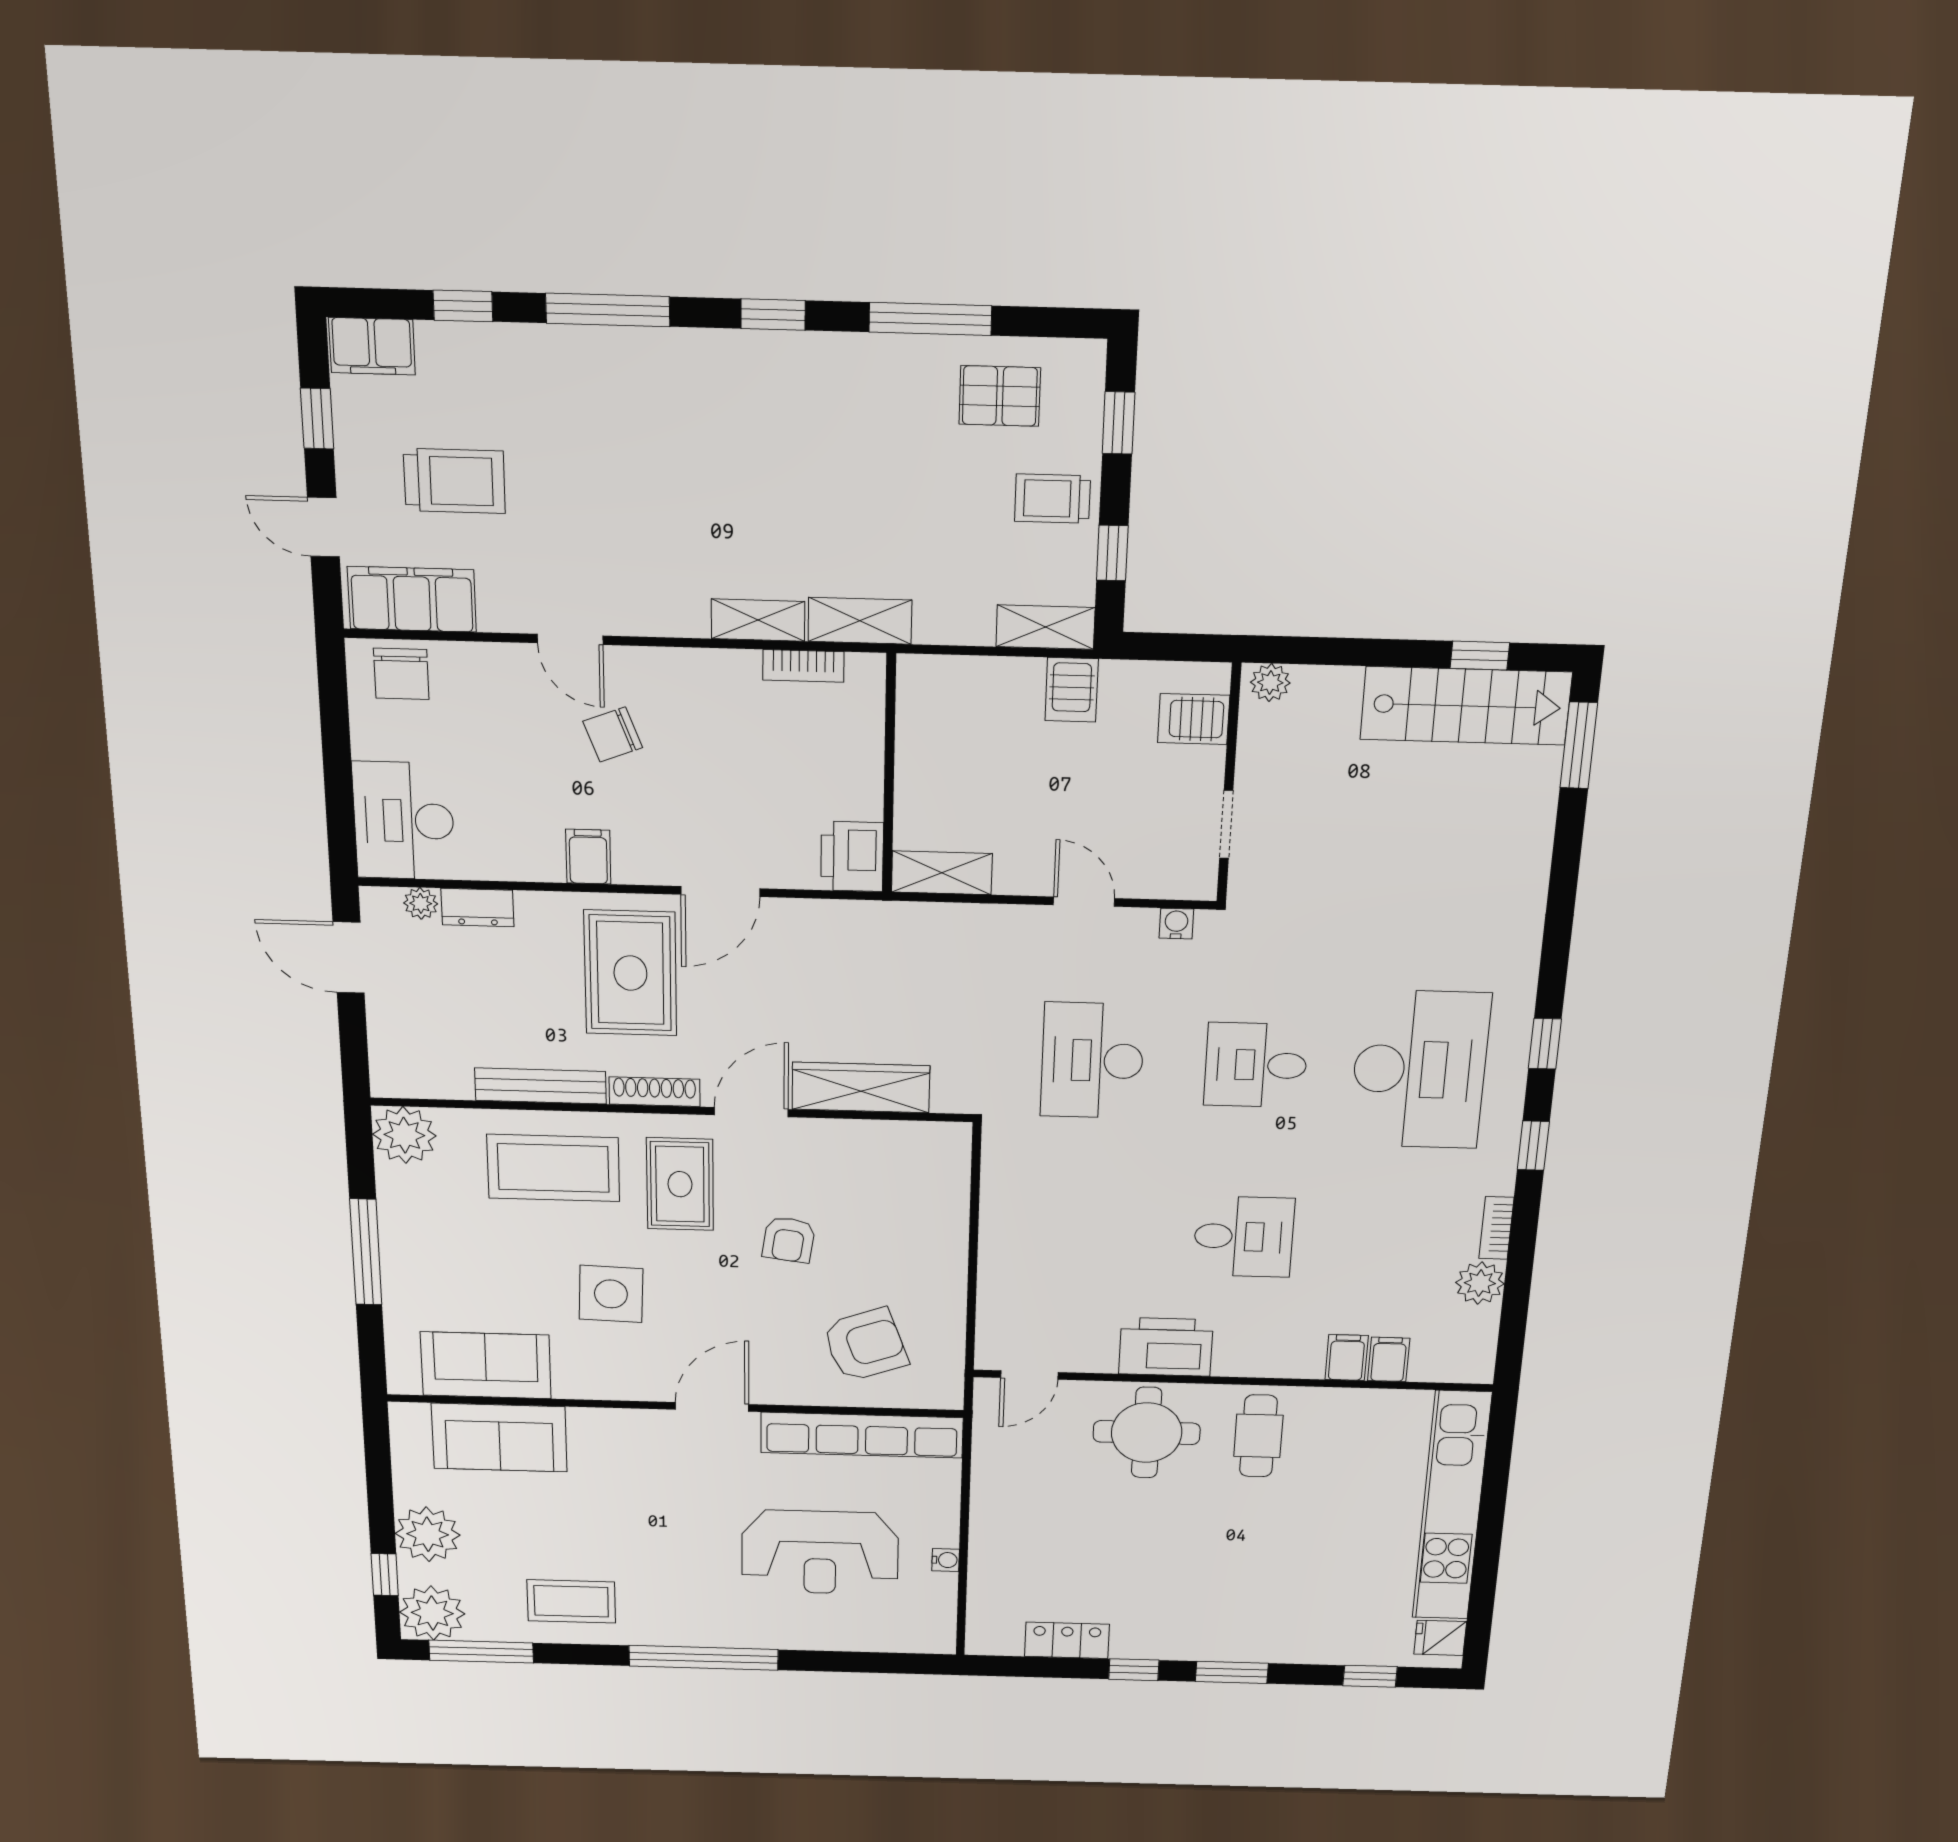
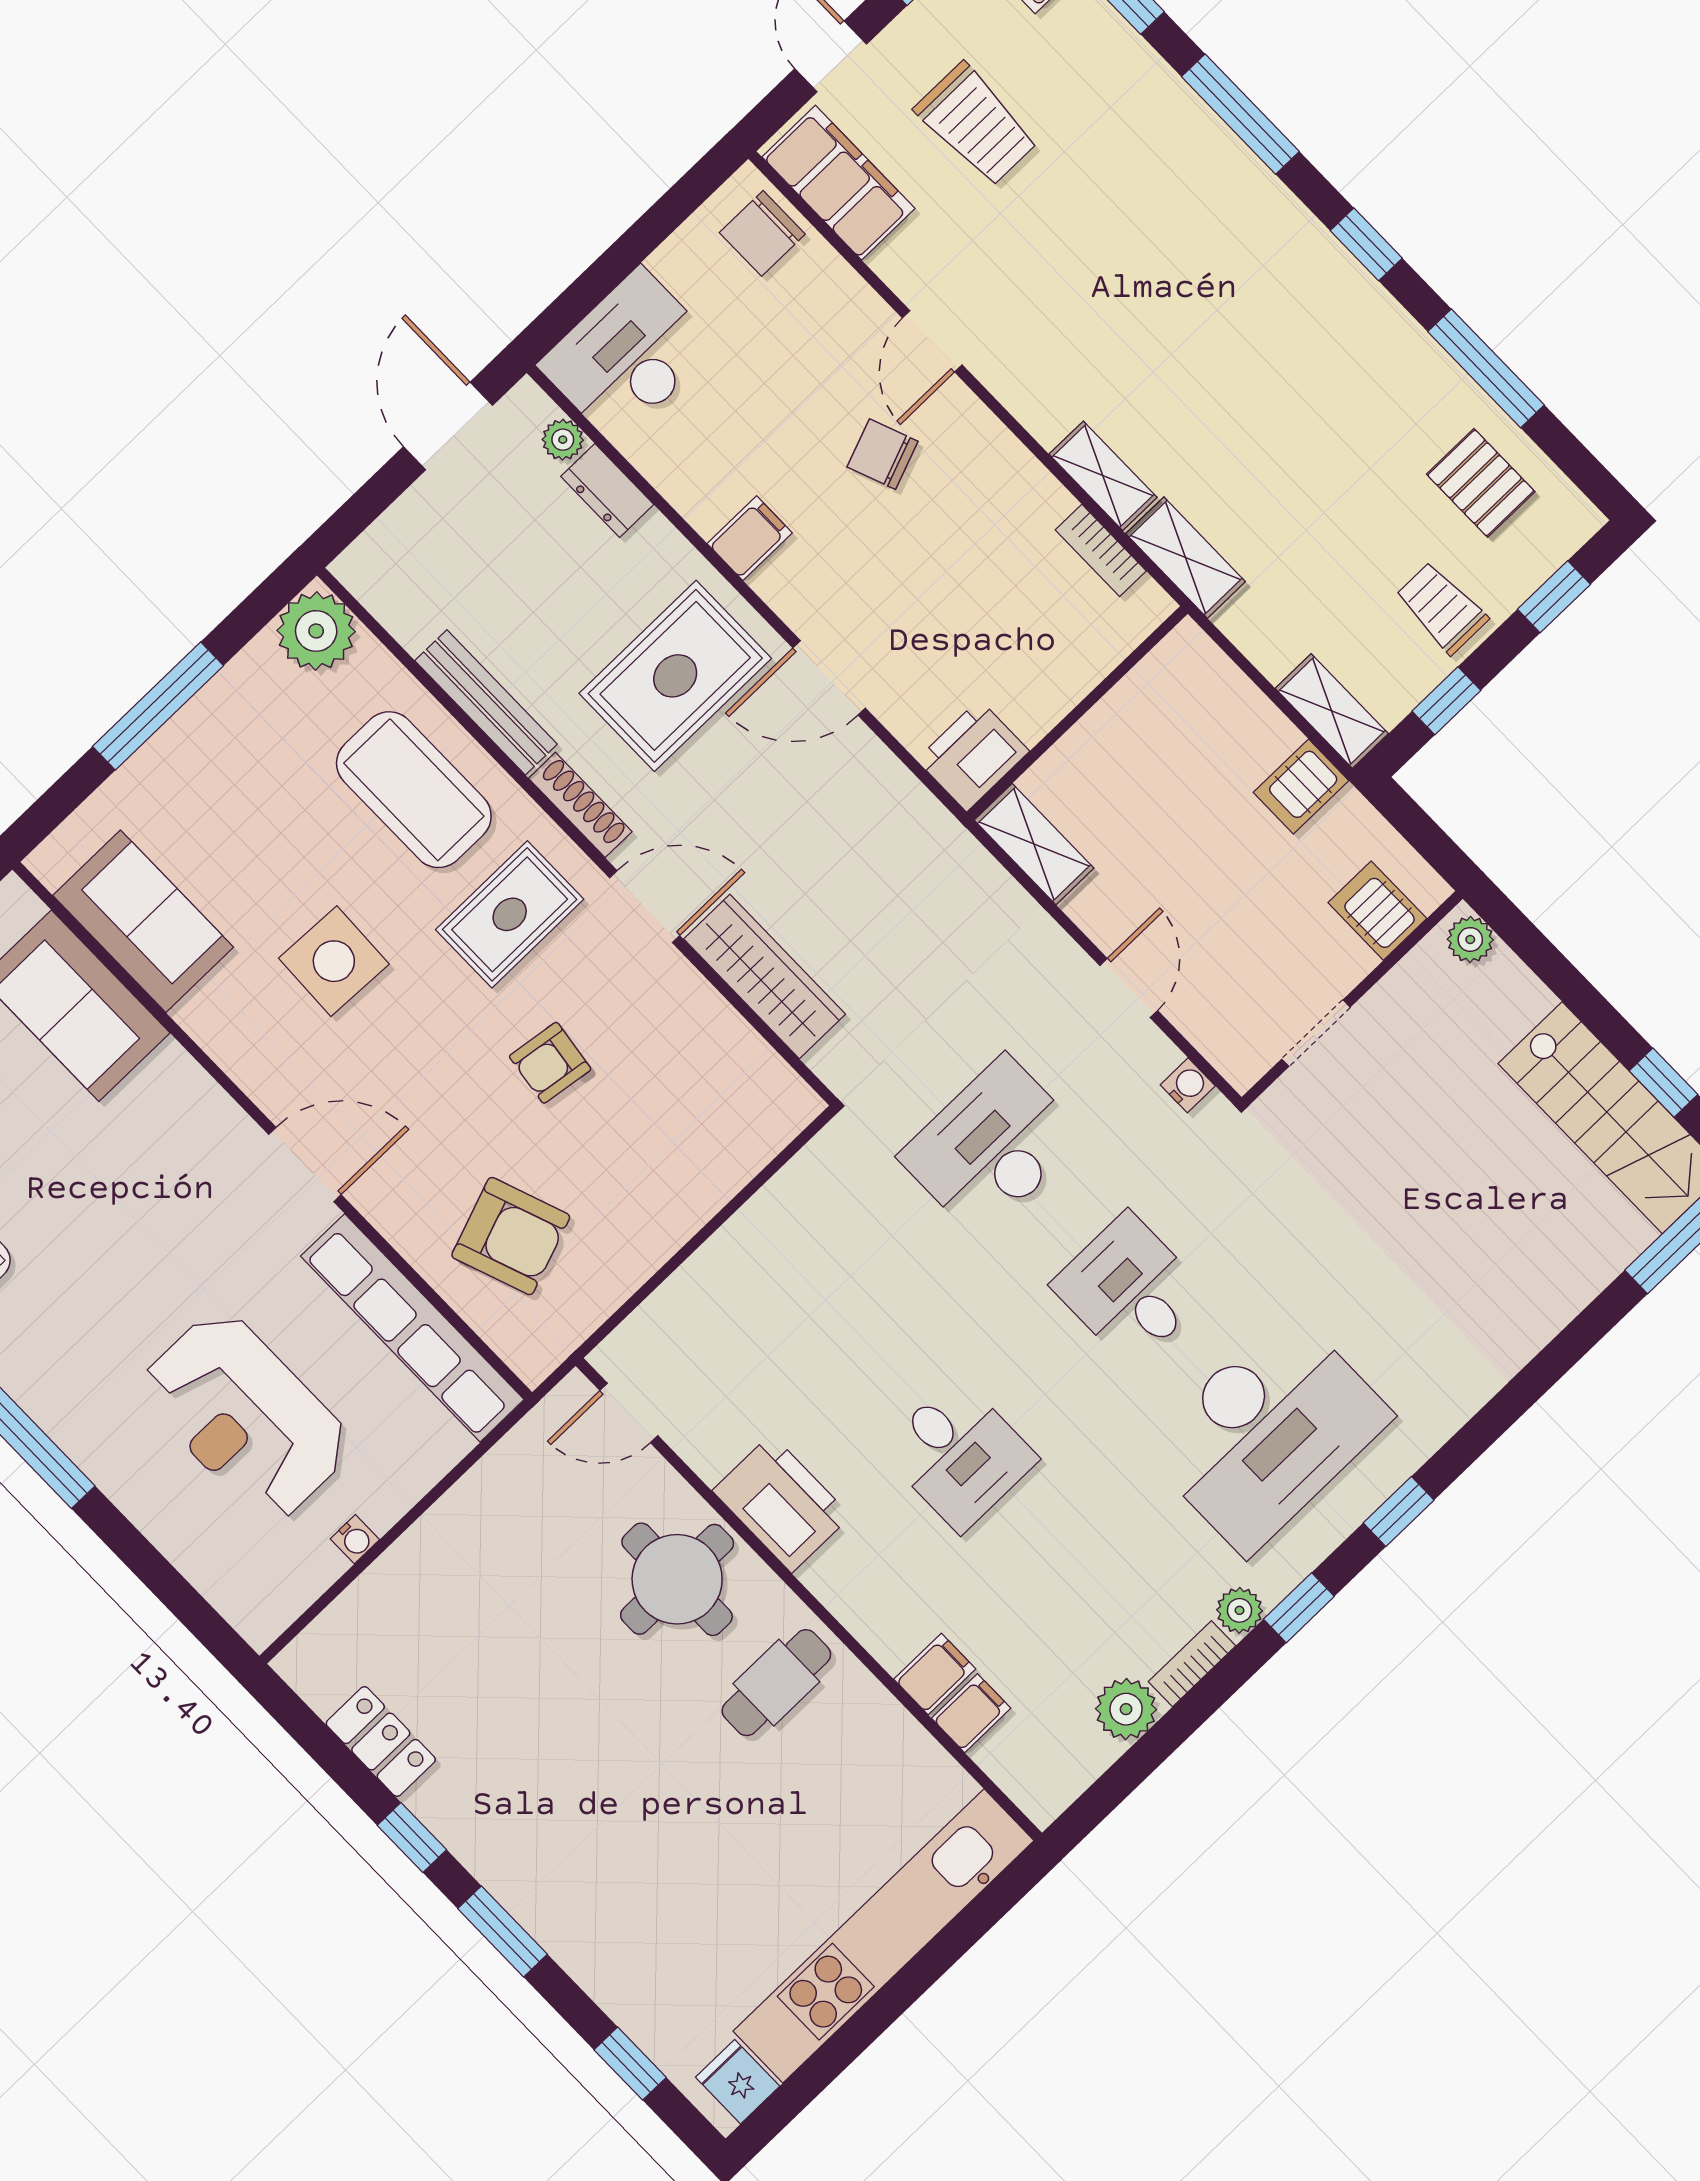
plant: (1498, 1177) -> (1239, 1610), added

